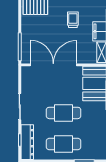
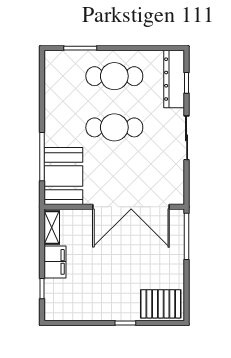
trolley: (73, 20) -> (99, 281), removed

